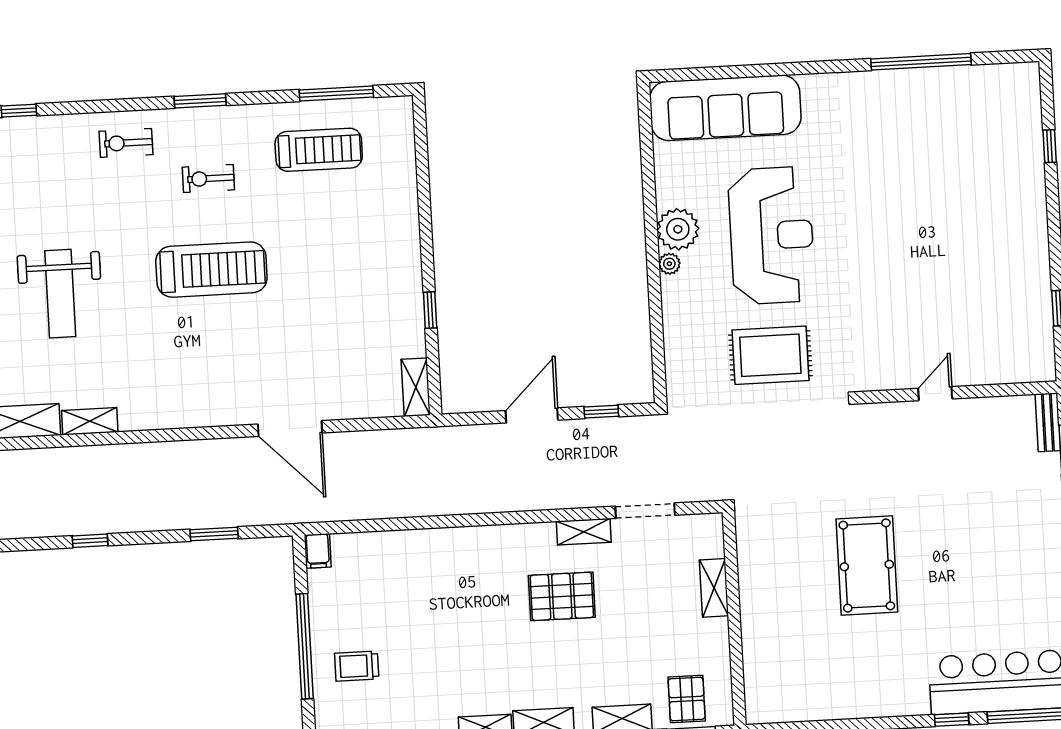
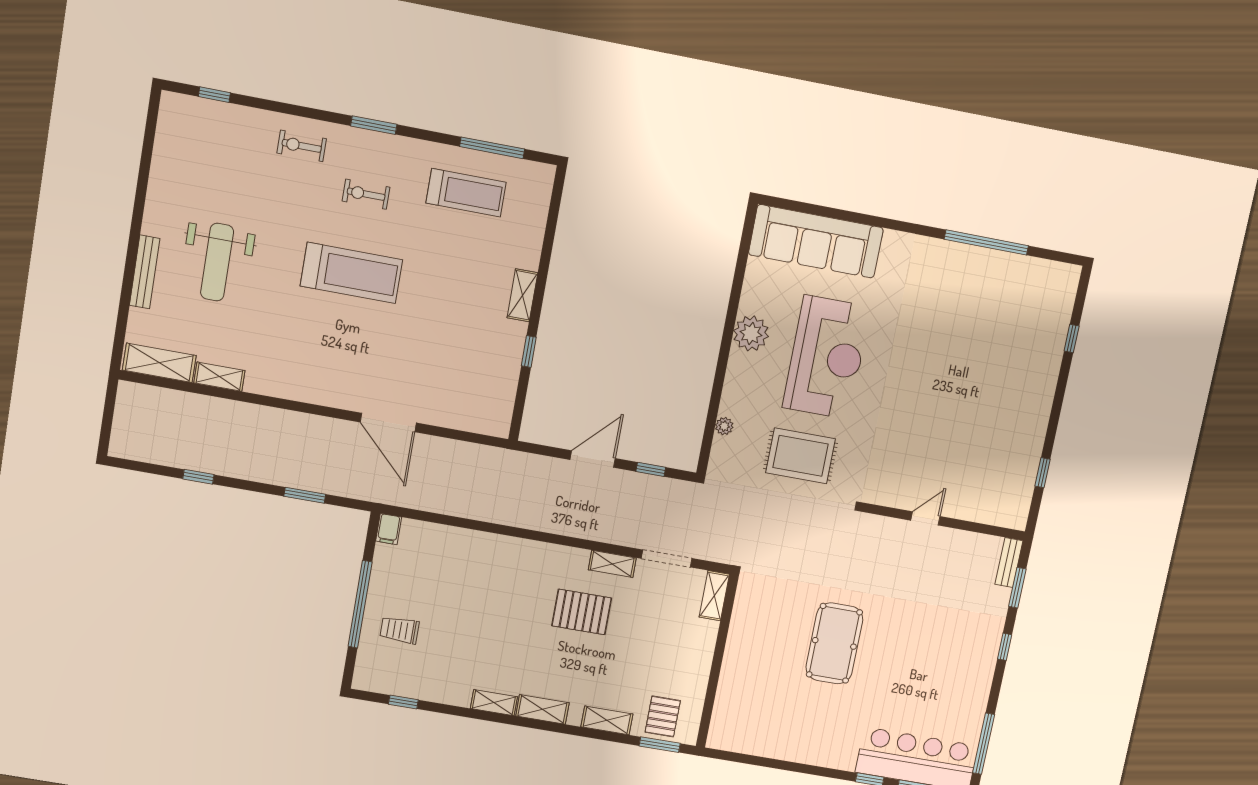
plant: (669, 264) -> (724, 426), moved
shelving: (416, 387) -> (522, 295), moved
shelving: (714, 588) -> (714, 596), moved

